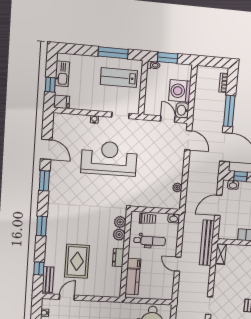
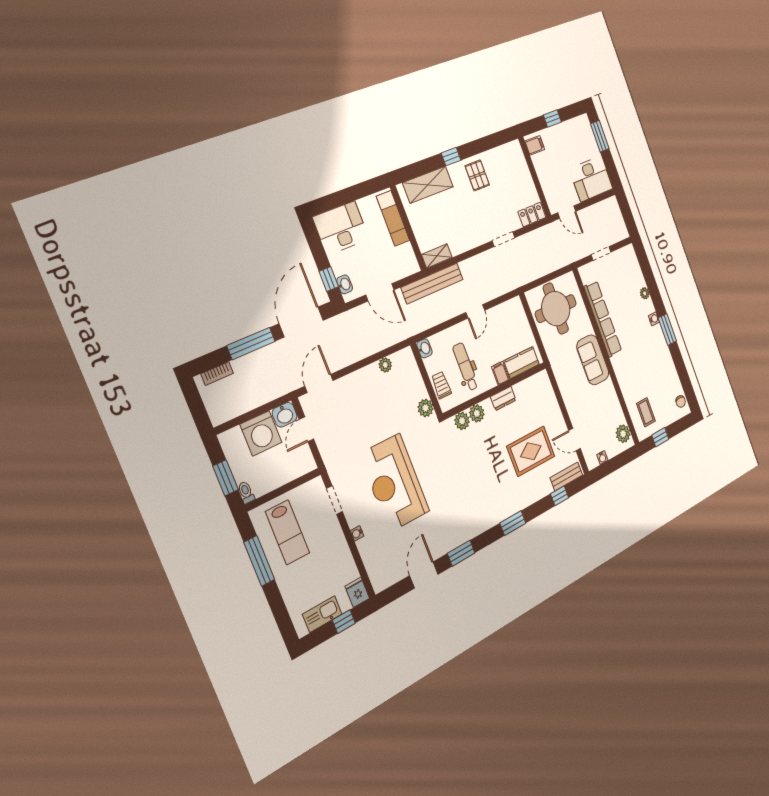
plant: (140, 201) -> (425, 408), added

